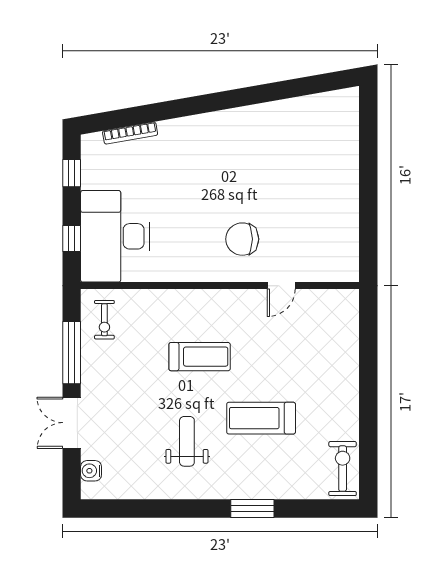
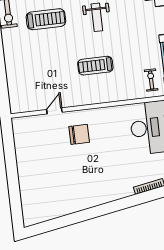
treadmill: (261, 418) -> (46, 19), moved

